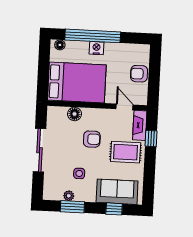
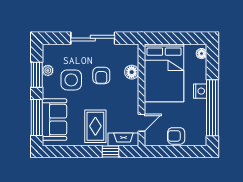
window: (93, 36) -> (212, 108), moved
armchair: (139, 74) -> (176, 136), turned -90
armchair: (92, 139) -> (101, 75), moved
side table: (79, 173) -> (71, 80), width x1.87, depth x1.87
window: (114, 209) -> (37, 117), width x2.17

